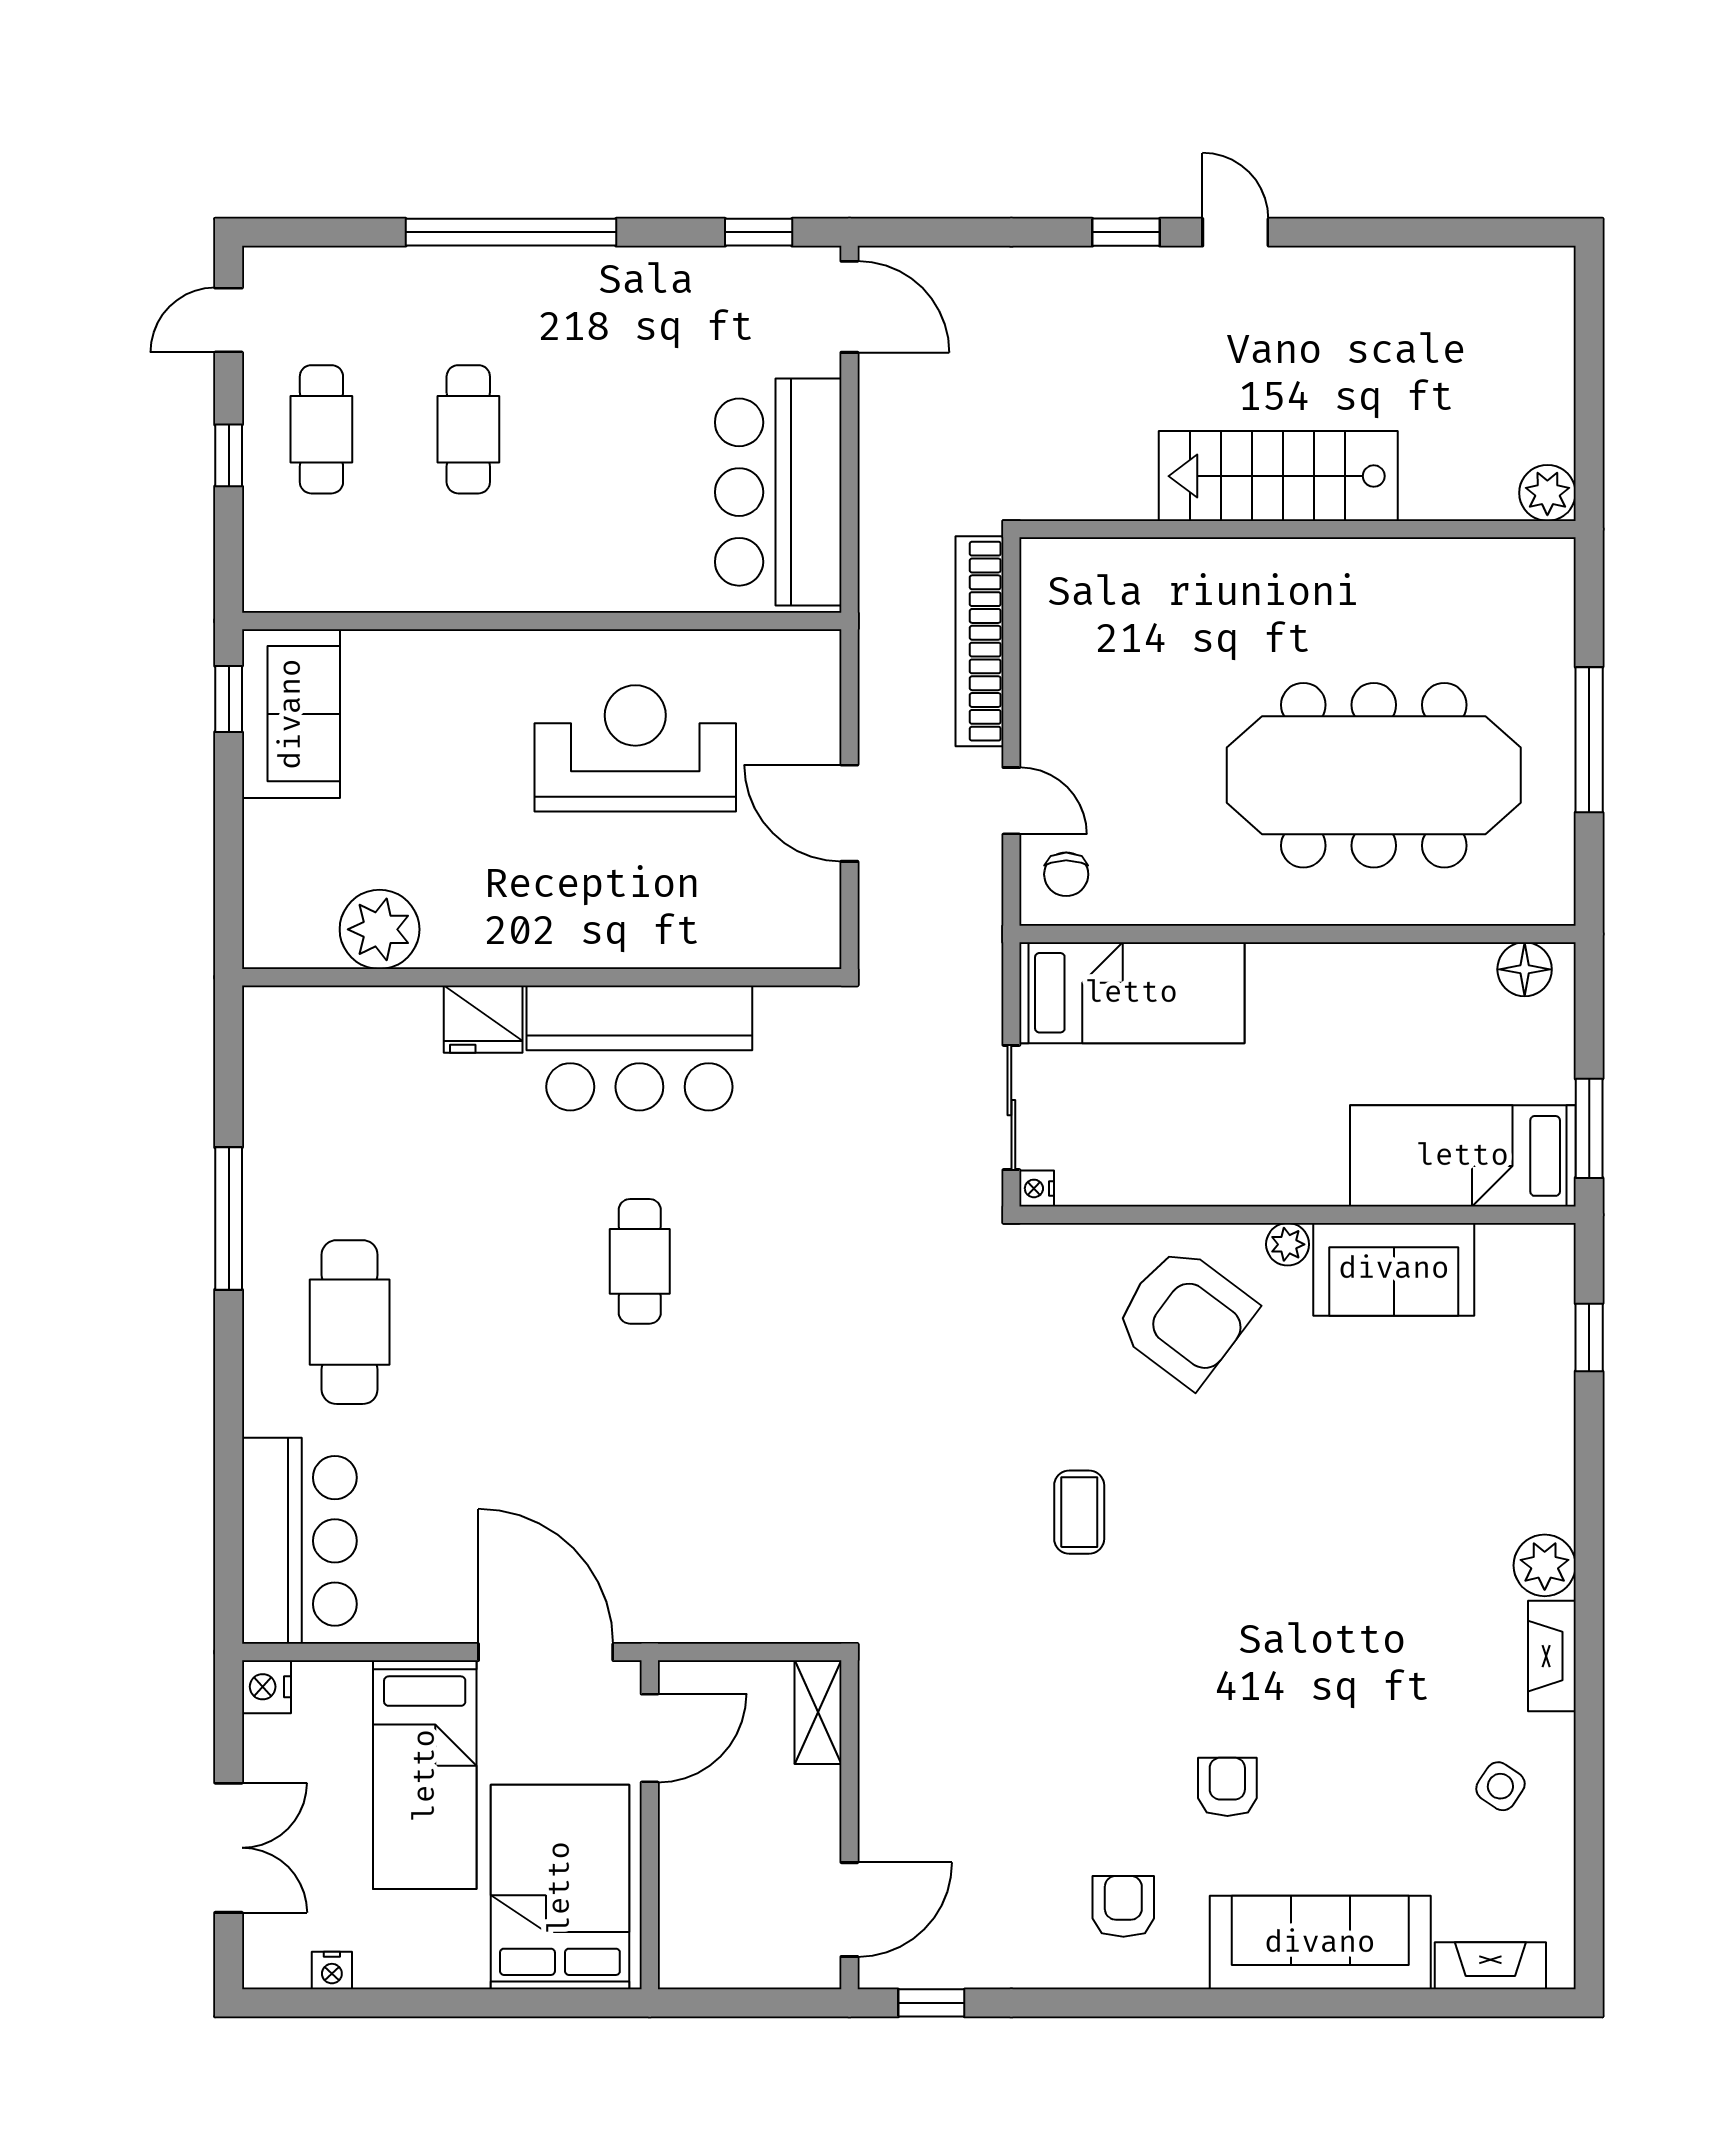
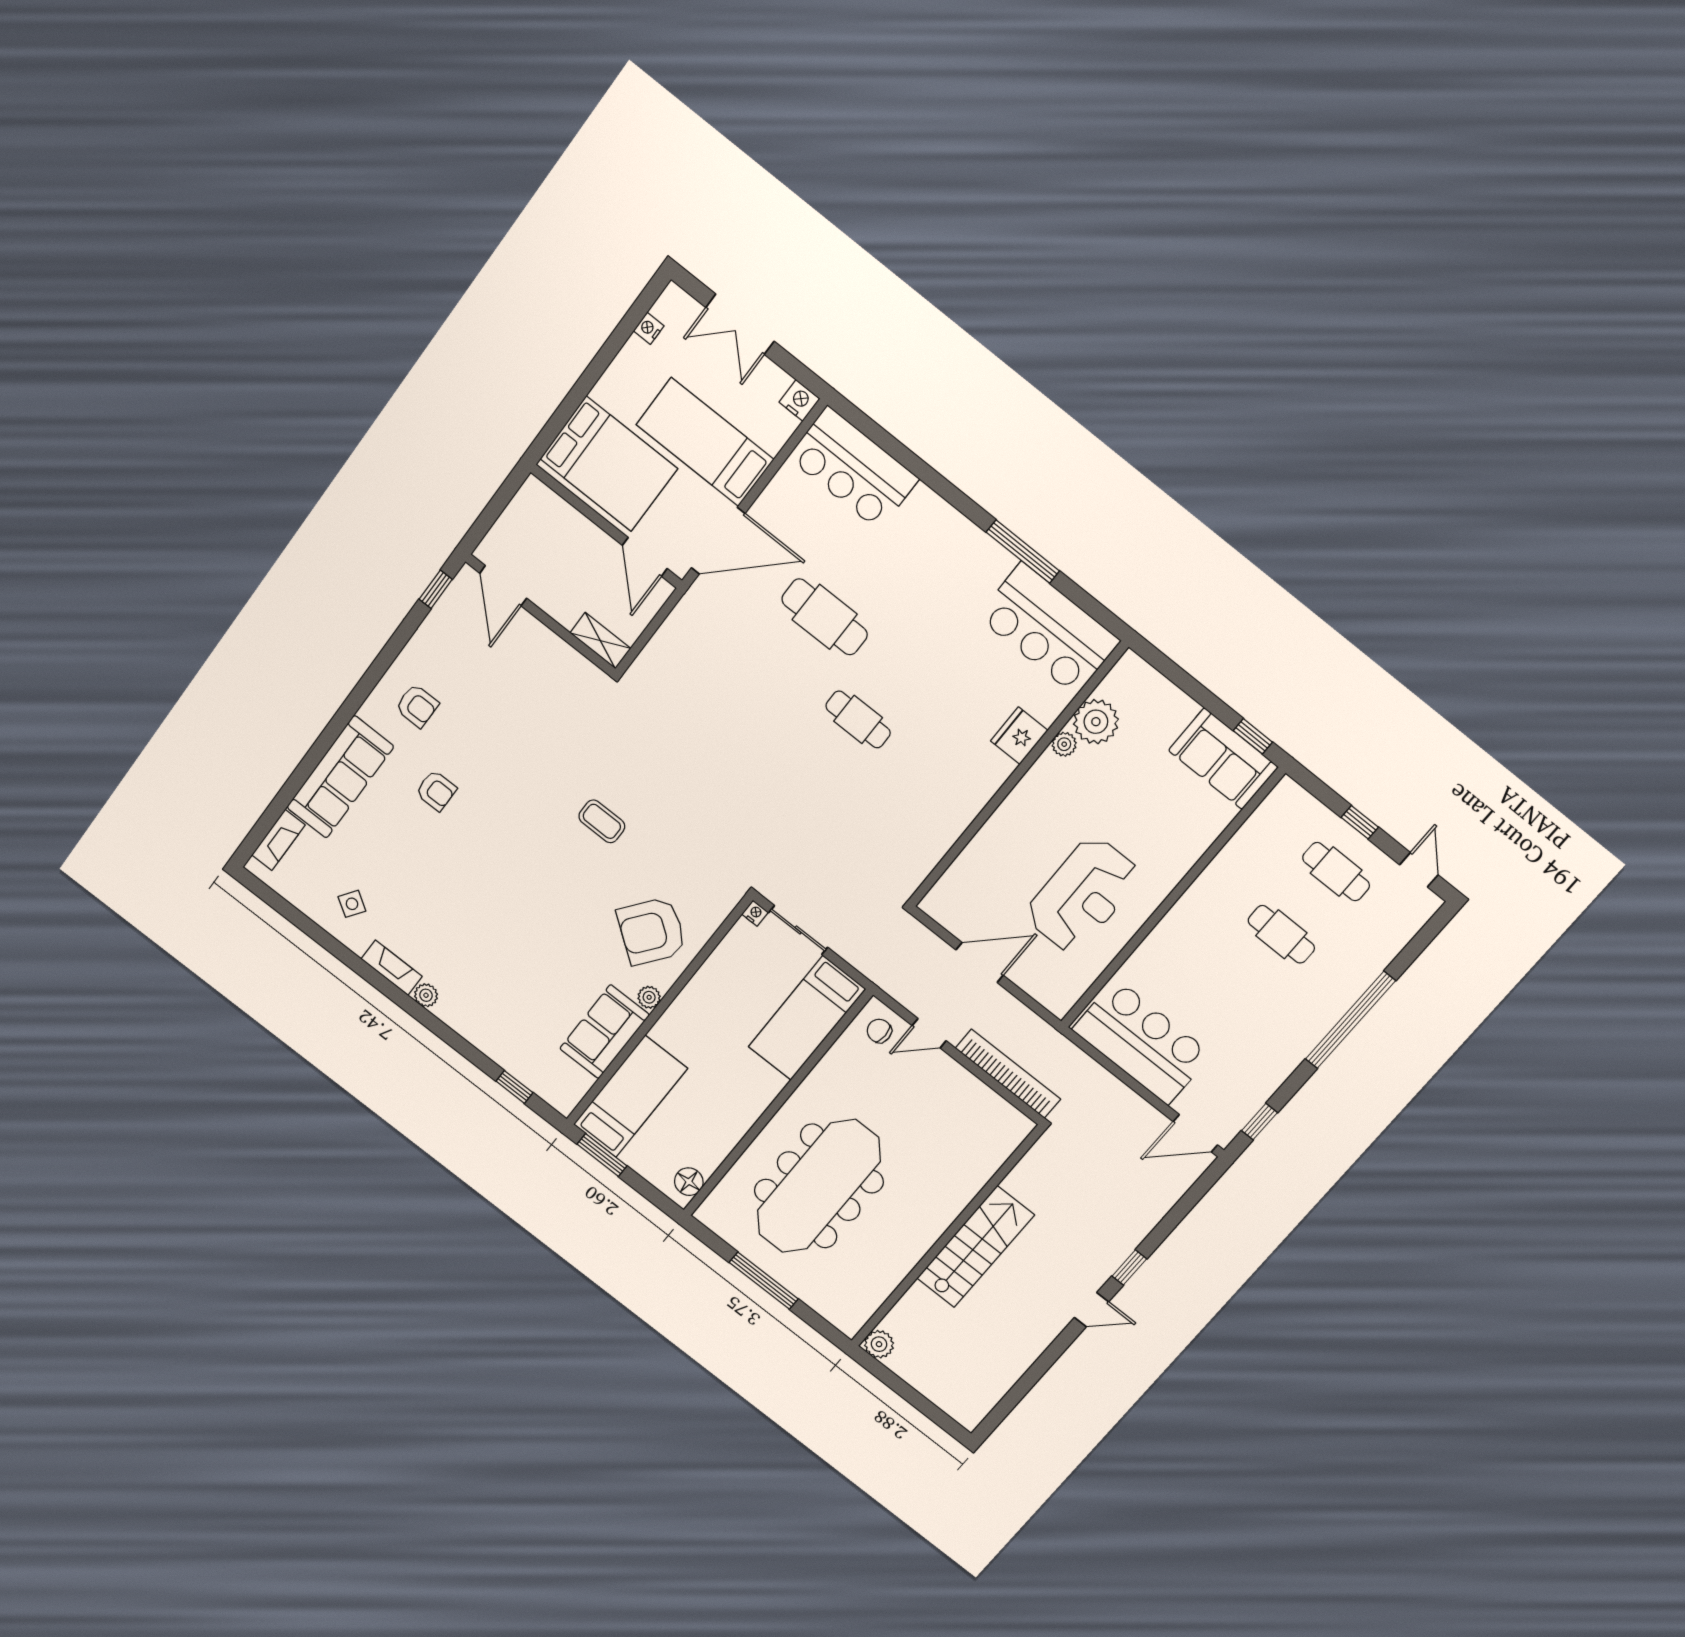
plant: (445, 947) -> (1064, 744), added
bar counter: (639, 1048) -> (1049, 629), moved, turned -90
cafe table: (350, 1322) -> (825, 617), moved
plant: (1545, 1565) -> (426, 995), width x0.73, depth x0.73

